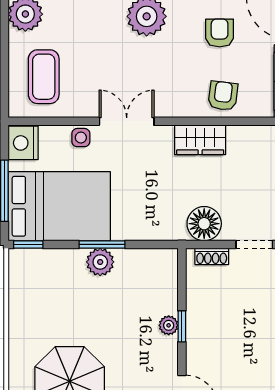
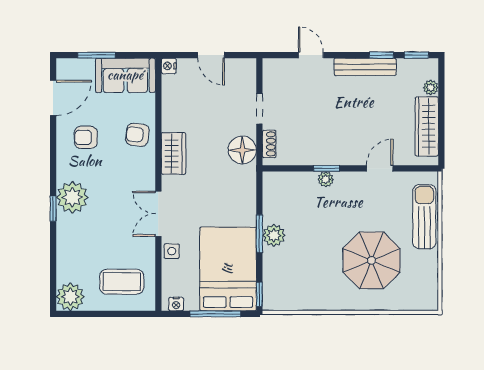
nightstand: (23, 143) -> (176, 304), width x0.53, depth x0.56

